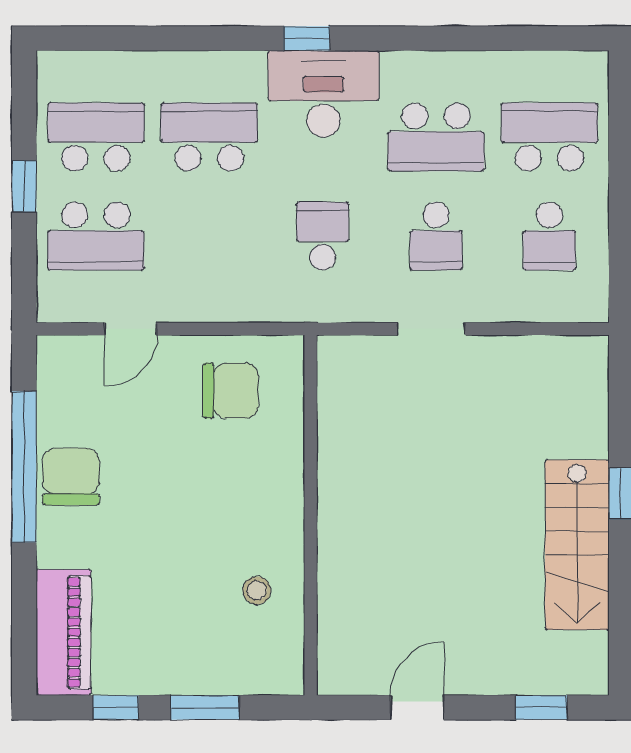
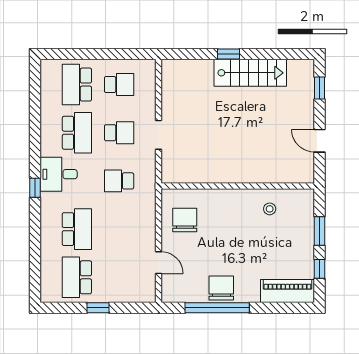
desk: (324, 94) -> (59, 174), width x0.73
school desk: (209, 137) -> (77, 229), turned 180
school desk: (96, 236) -> (119, 277), removed
chair: (71, 477) -> (221, 288), turned 90

